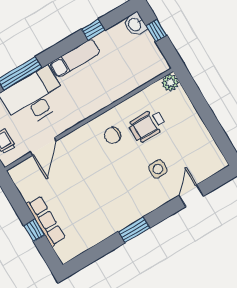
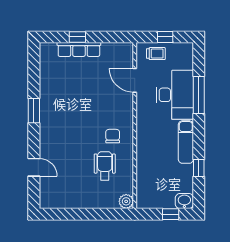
side table: (158, 169) -> (68, 154), removed

